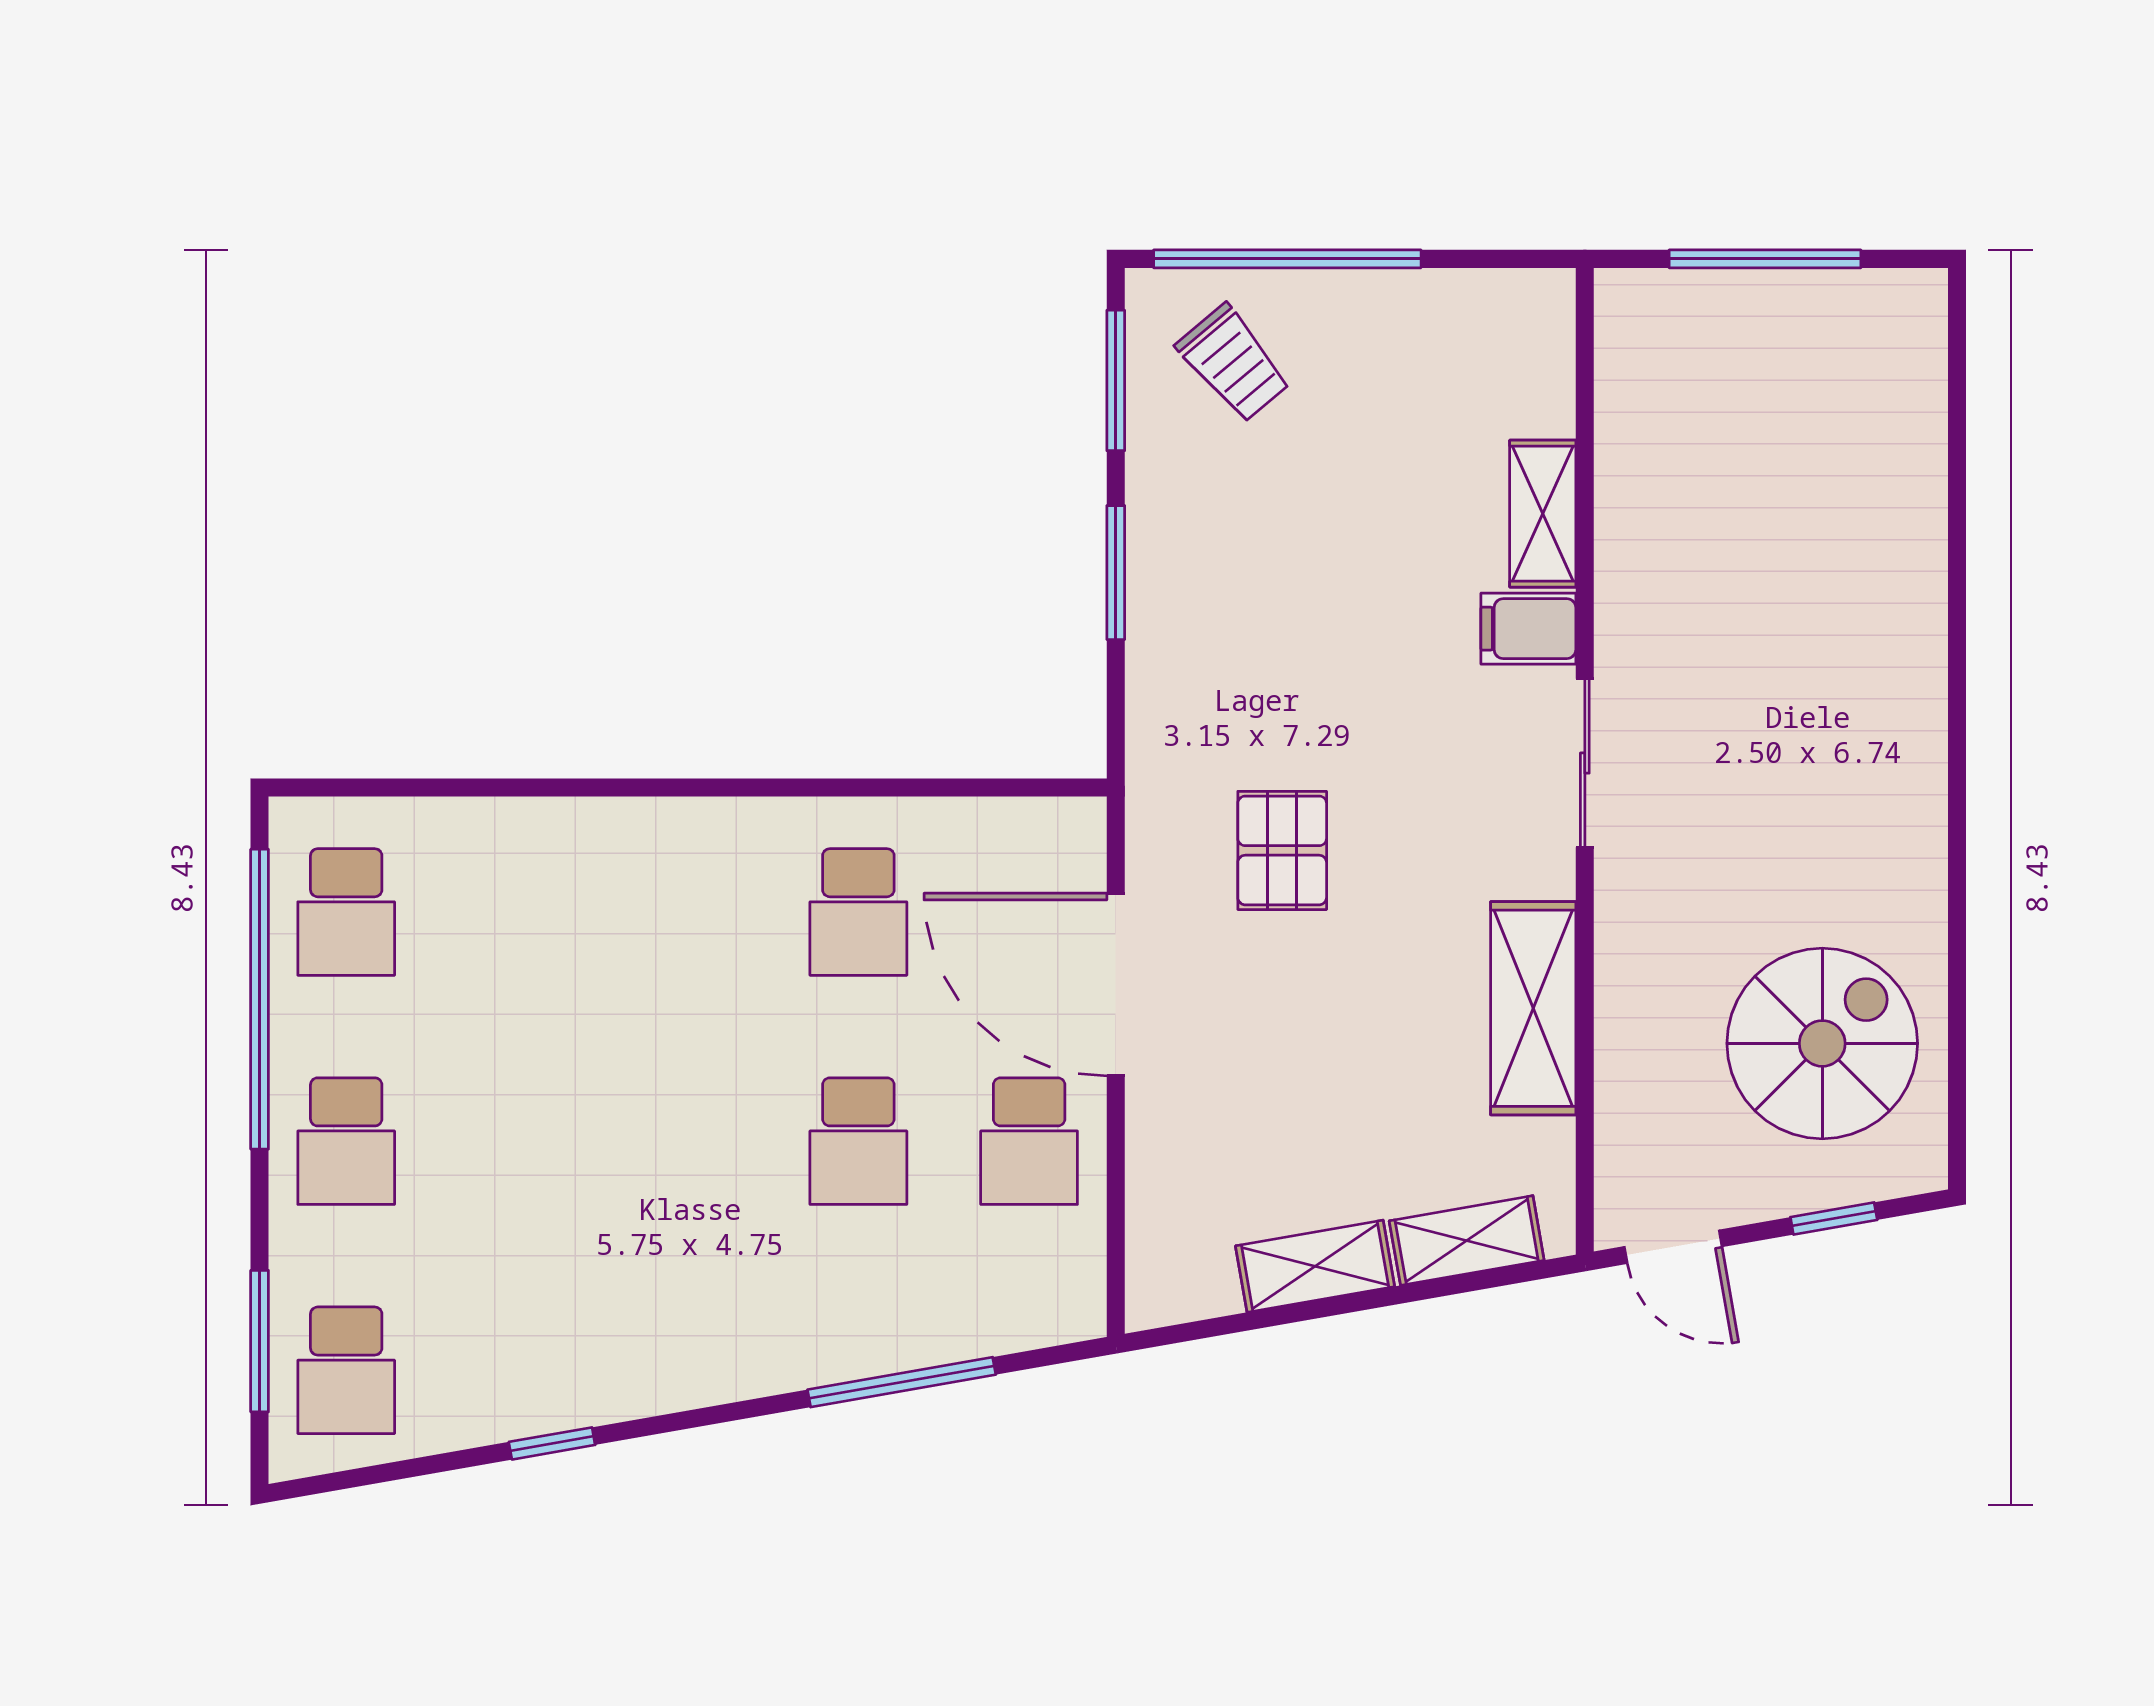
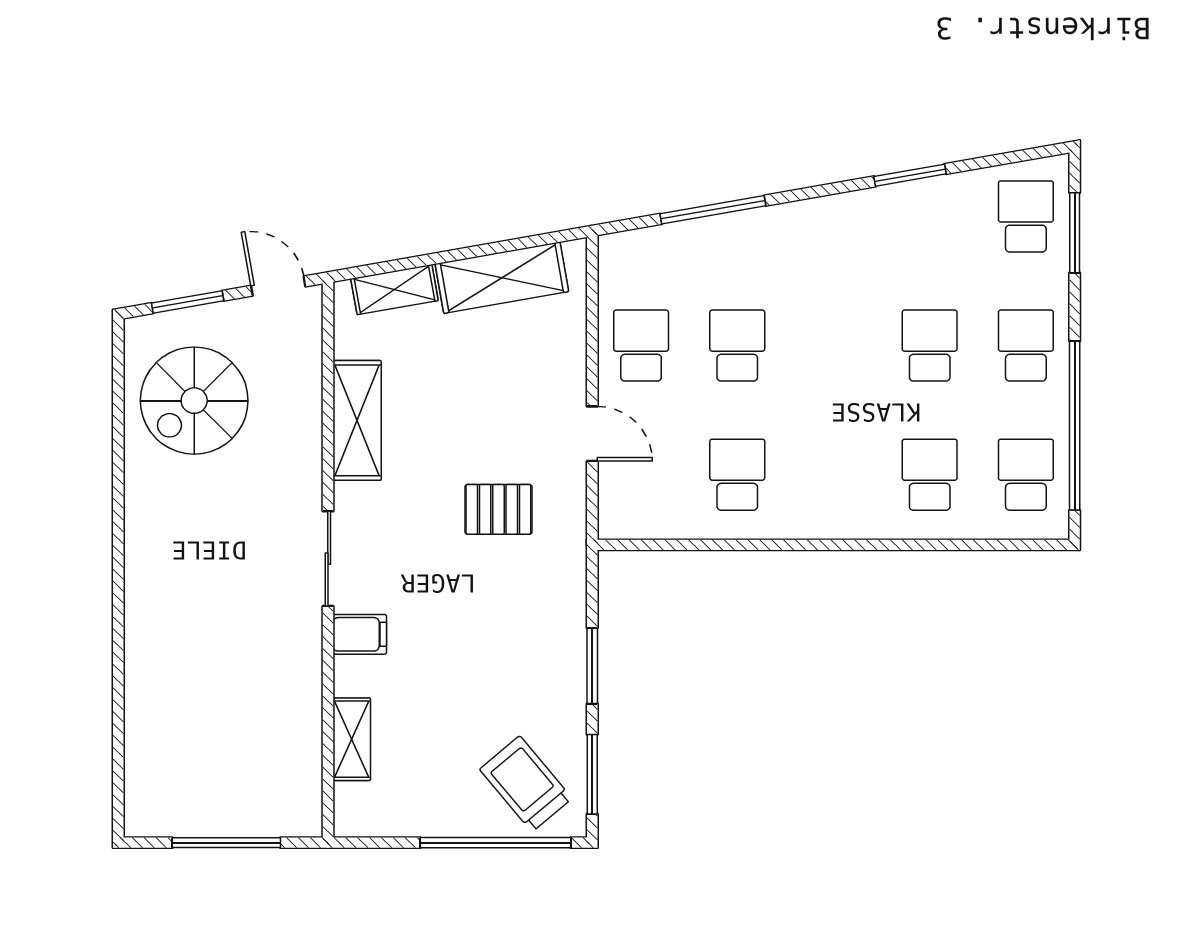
trolley: (1234, 363) -> (526, 784), width x1.36, depth x1.39
shelving: (1543, 514) -> (352, 739), moved
pallet: (1282, 850) -> (498, 509), turned 90
school desk: (517, 912) -> (930, 475), added
door: (1116, 985) -> (592, 434), width x0.53
school desk: (517, 1141) -> (930, 346), added
window: (1834, 1219) -> (188, 302), width x1.50
shelving: (1315, 1266) -> (502, 278), width x1.50, depth x1.33
window: (552, 1443) -> (910, 175), width x1.50

